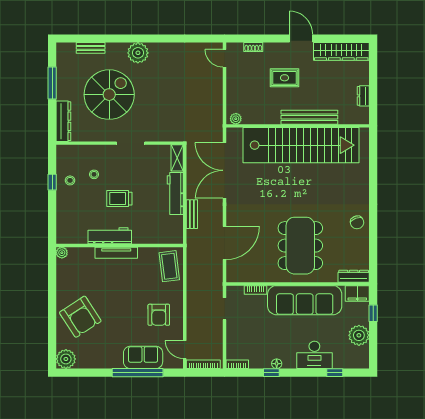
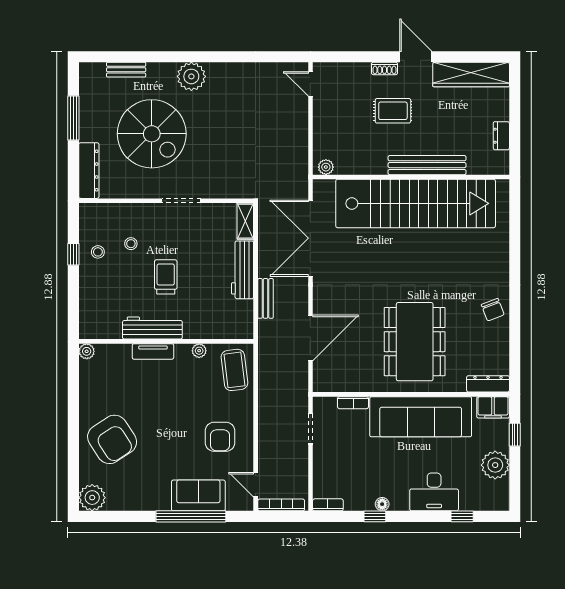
shoe rack: (253, 47) -> (385, 68), moved
spiral stairs: (109, 95) -> (152, 134), turned 90
trolley: (119, 199) -> (166, 277), turned 90
plant: (144, 252) -> (199, 351), added
tv unit: (116, 253) -> (153, 351), width x0.71

